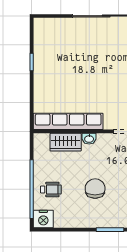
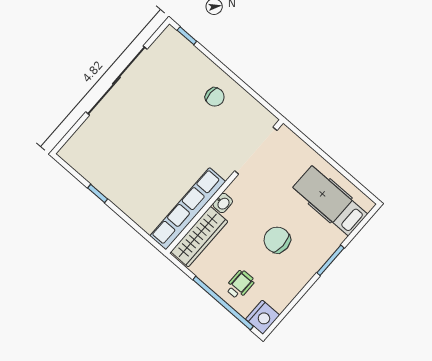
wardrobe: (66, 142) -> (199, 237), width x1.50

